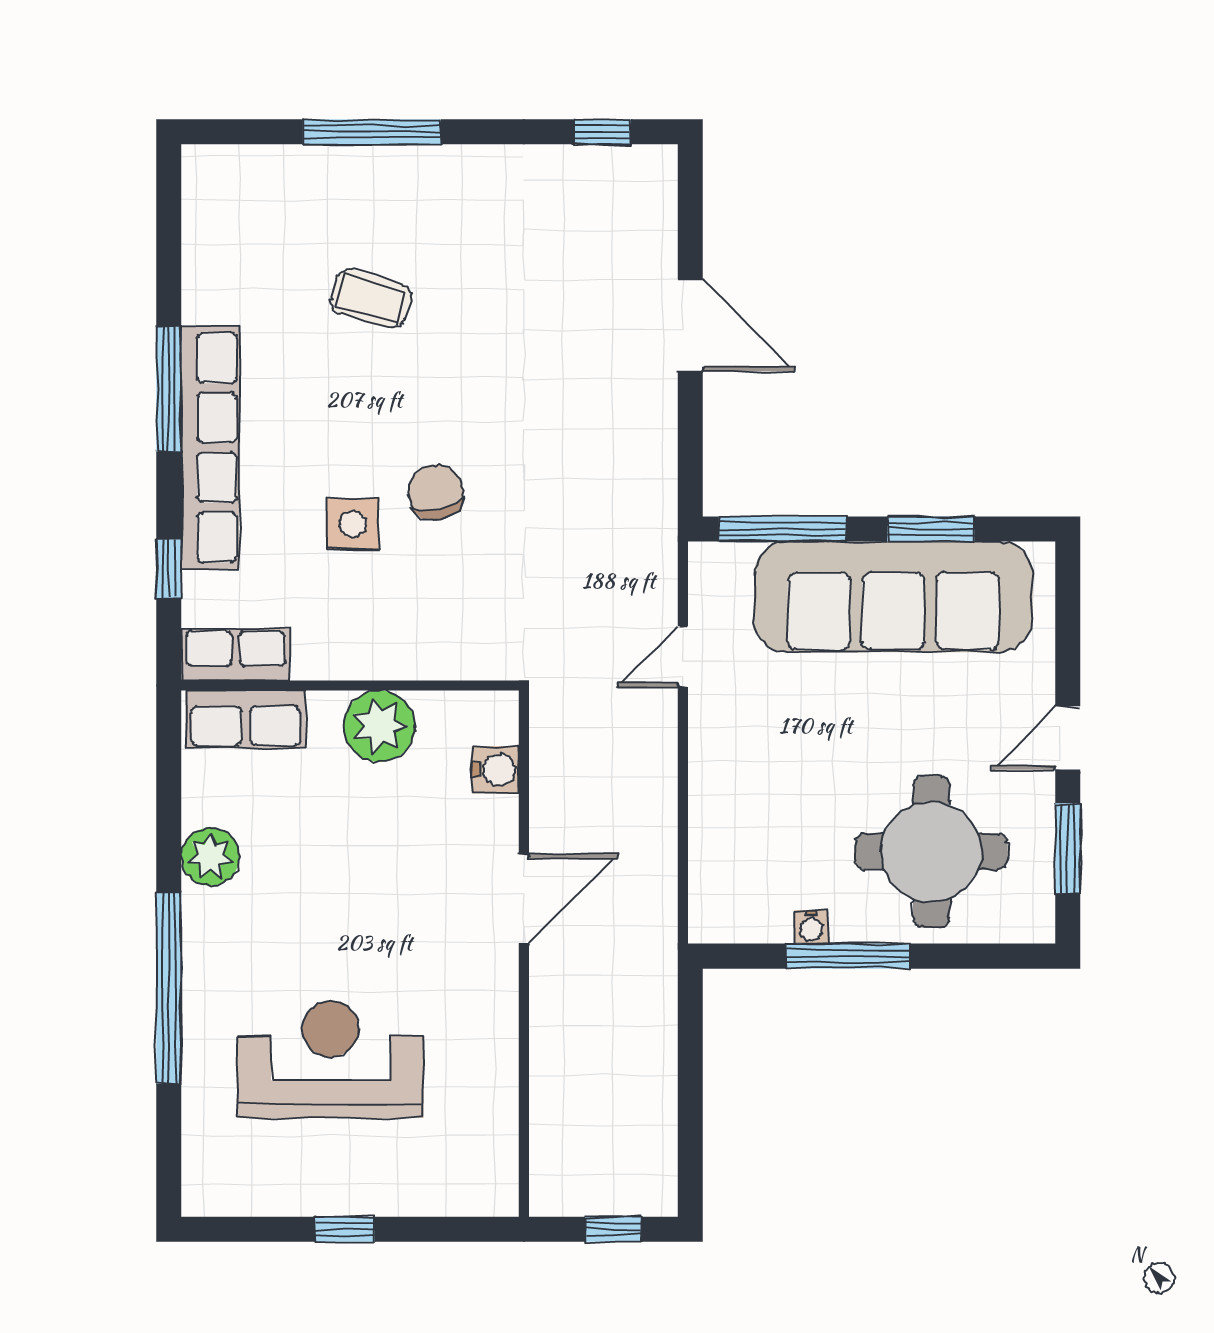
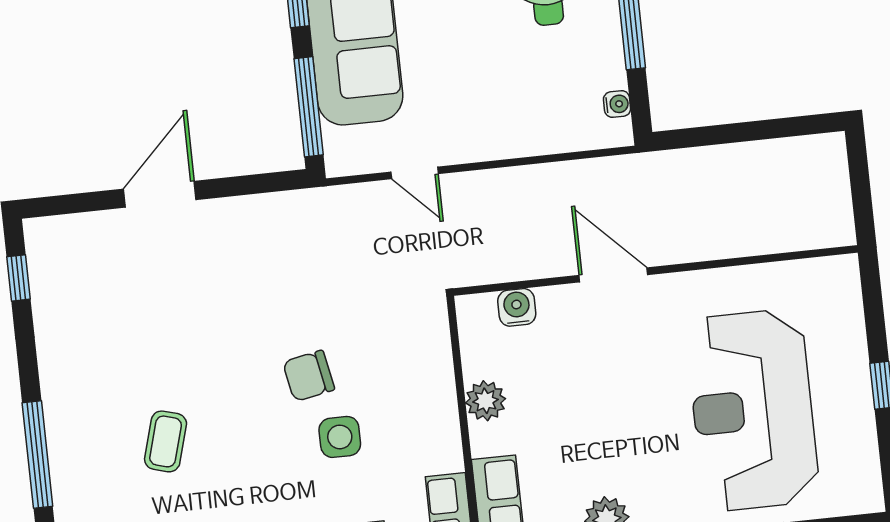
plant: (379, 726) -> (486, 401), width x0.73, depth x0.73
water cooler: (811, 927) -> (617, 104), moved
reception desk: (331, 1059) -> (752, 410), width x1.36, depth x1.30
window: (613, 1229) -> (860, 179), removed

